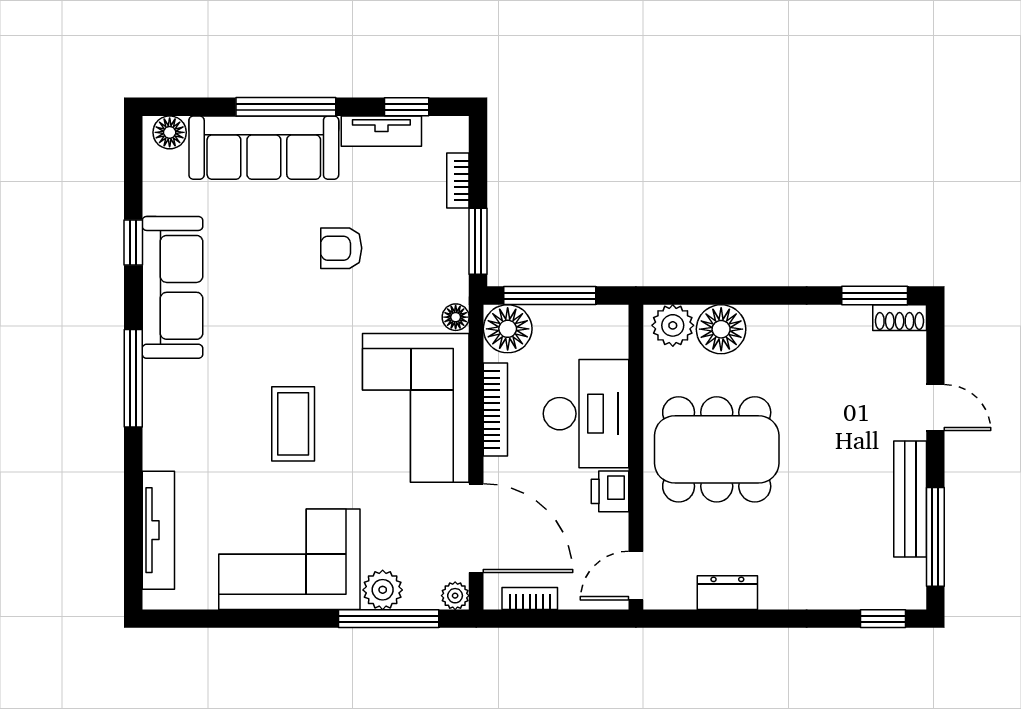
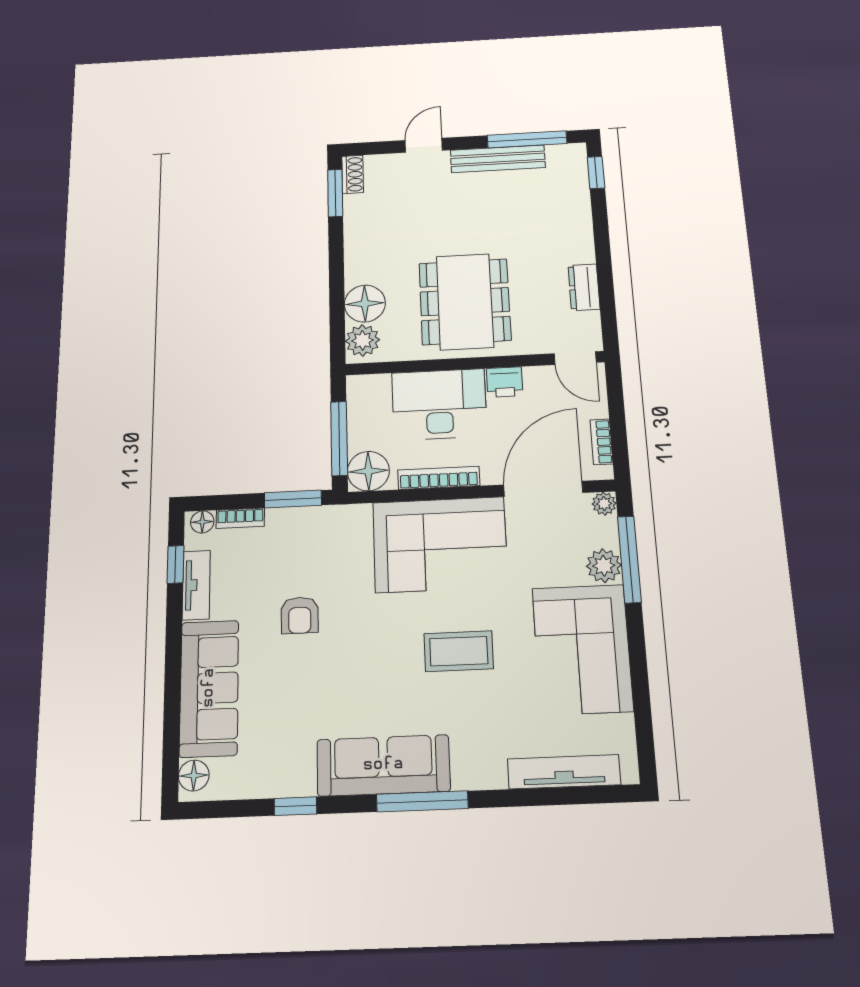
window: (286, 107) -> (173, 670), removed
sofa: (172, 287) -> (383, 765), moved
floor lamp: (456, 317) -> (202, 522), moved

